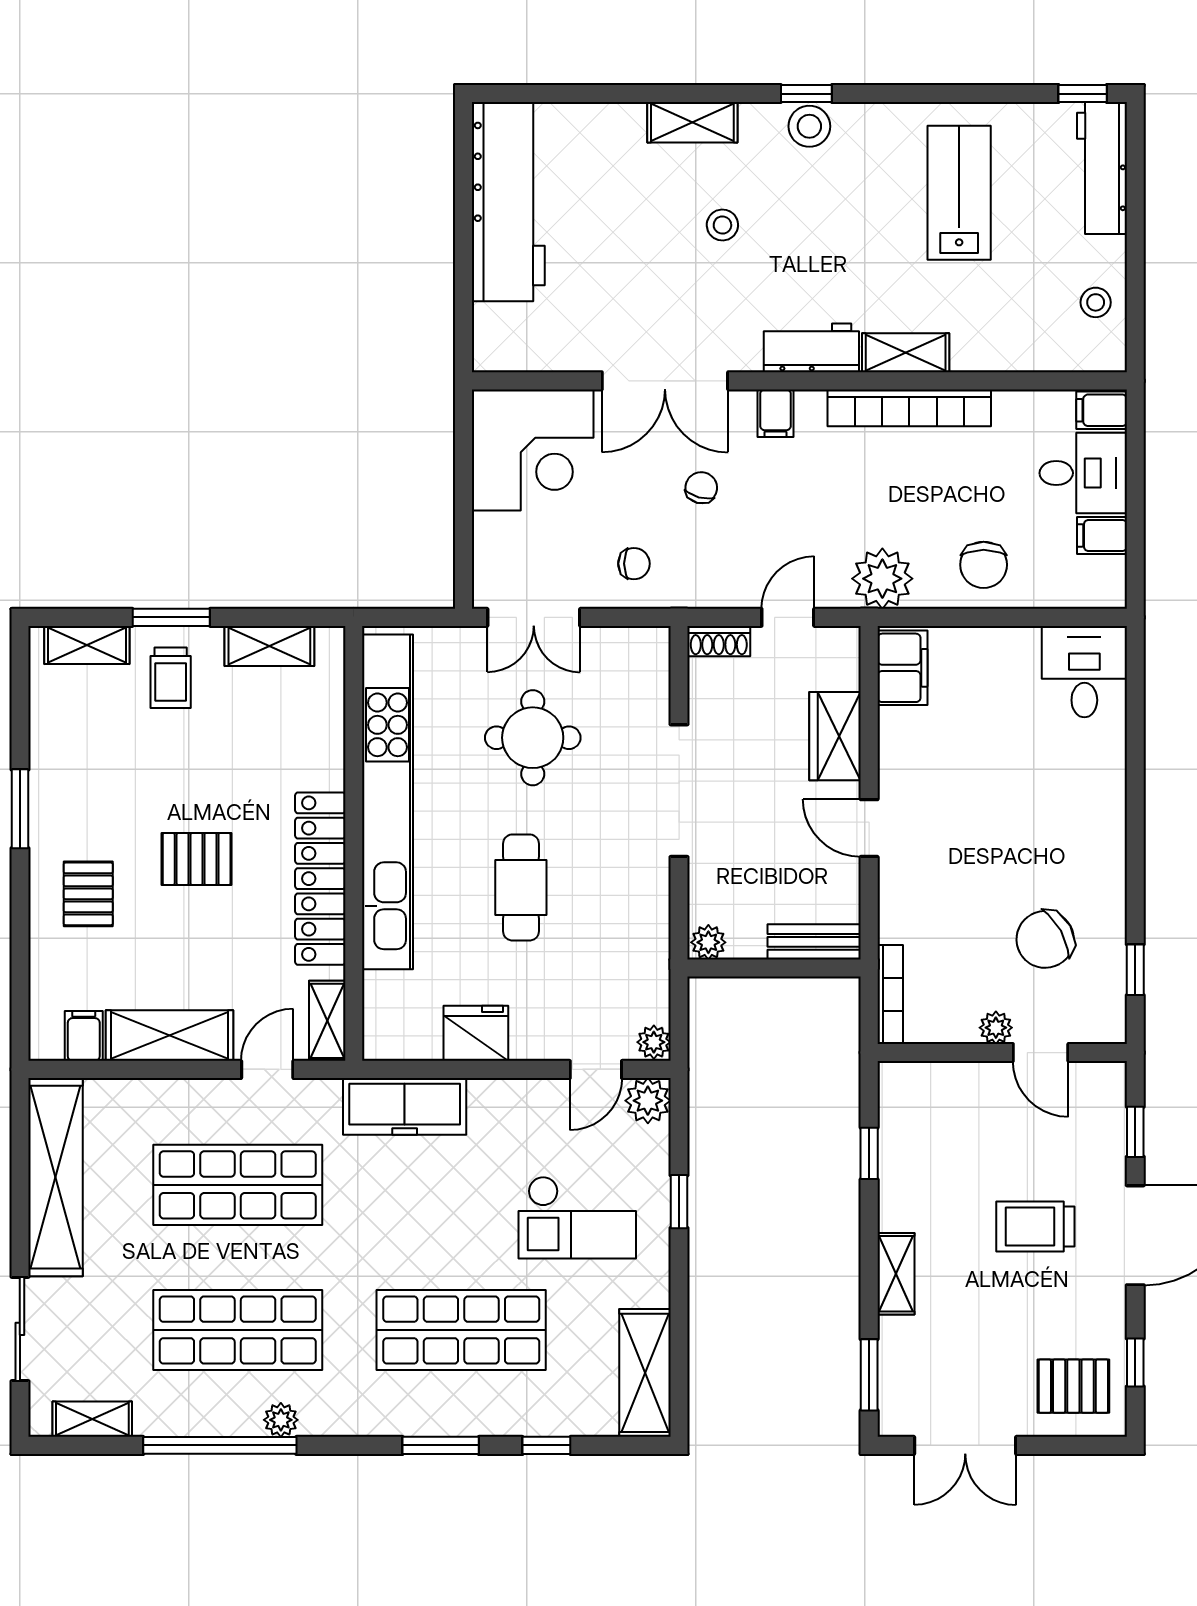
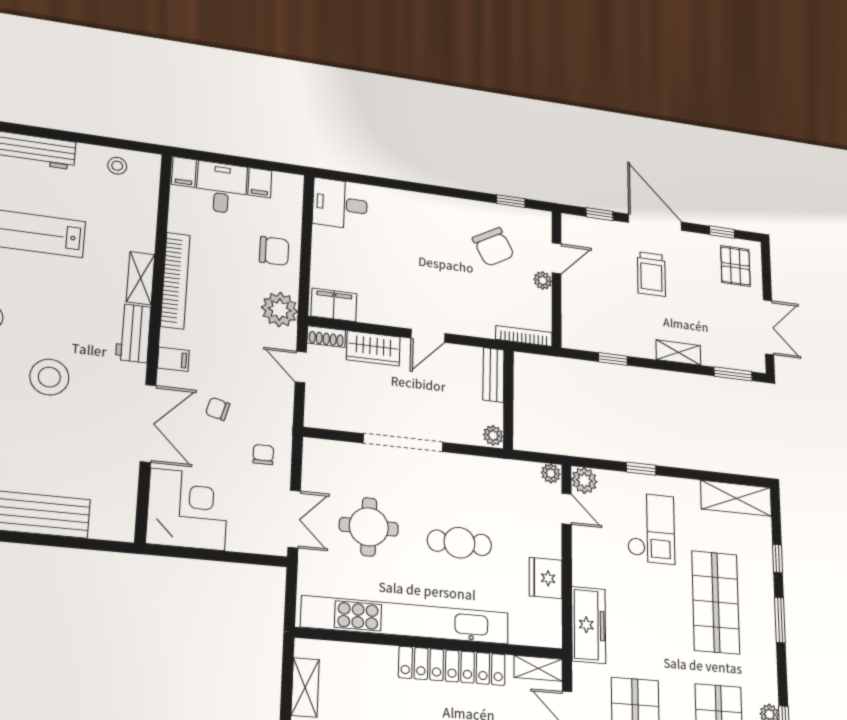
stool: (722, 225) -> (49, 377), width x1.89, depth x1.89
shoe rack: (719, 641) -> (326, 337), moved, turned 90

